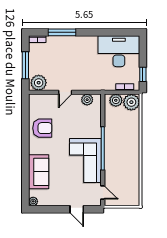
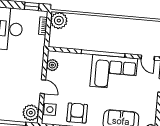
plant: (116, 100) -> (56, 36), removed
side table: (43, 101) -> (50, 110), added
door: (103, 192) -> (148, 58), swing flipped

